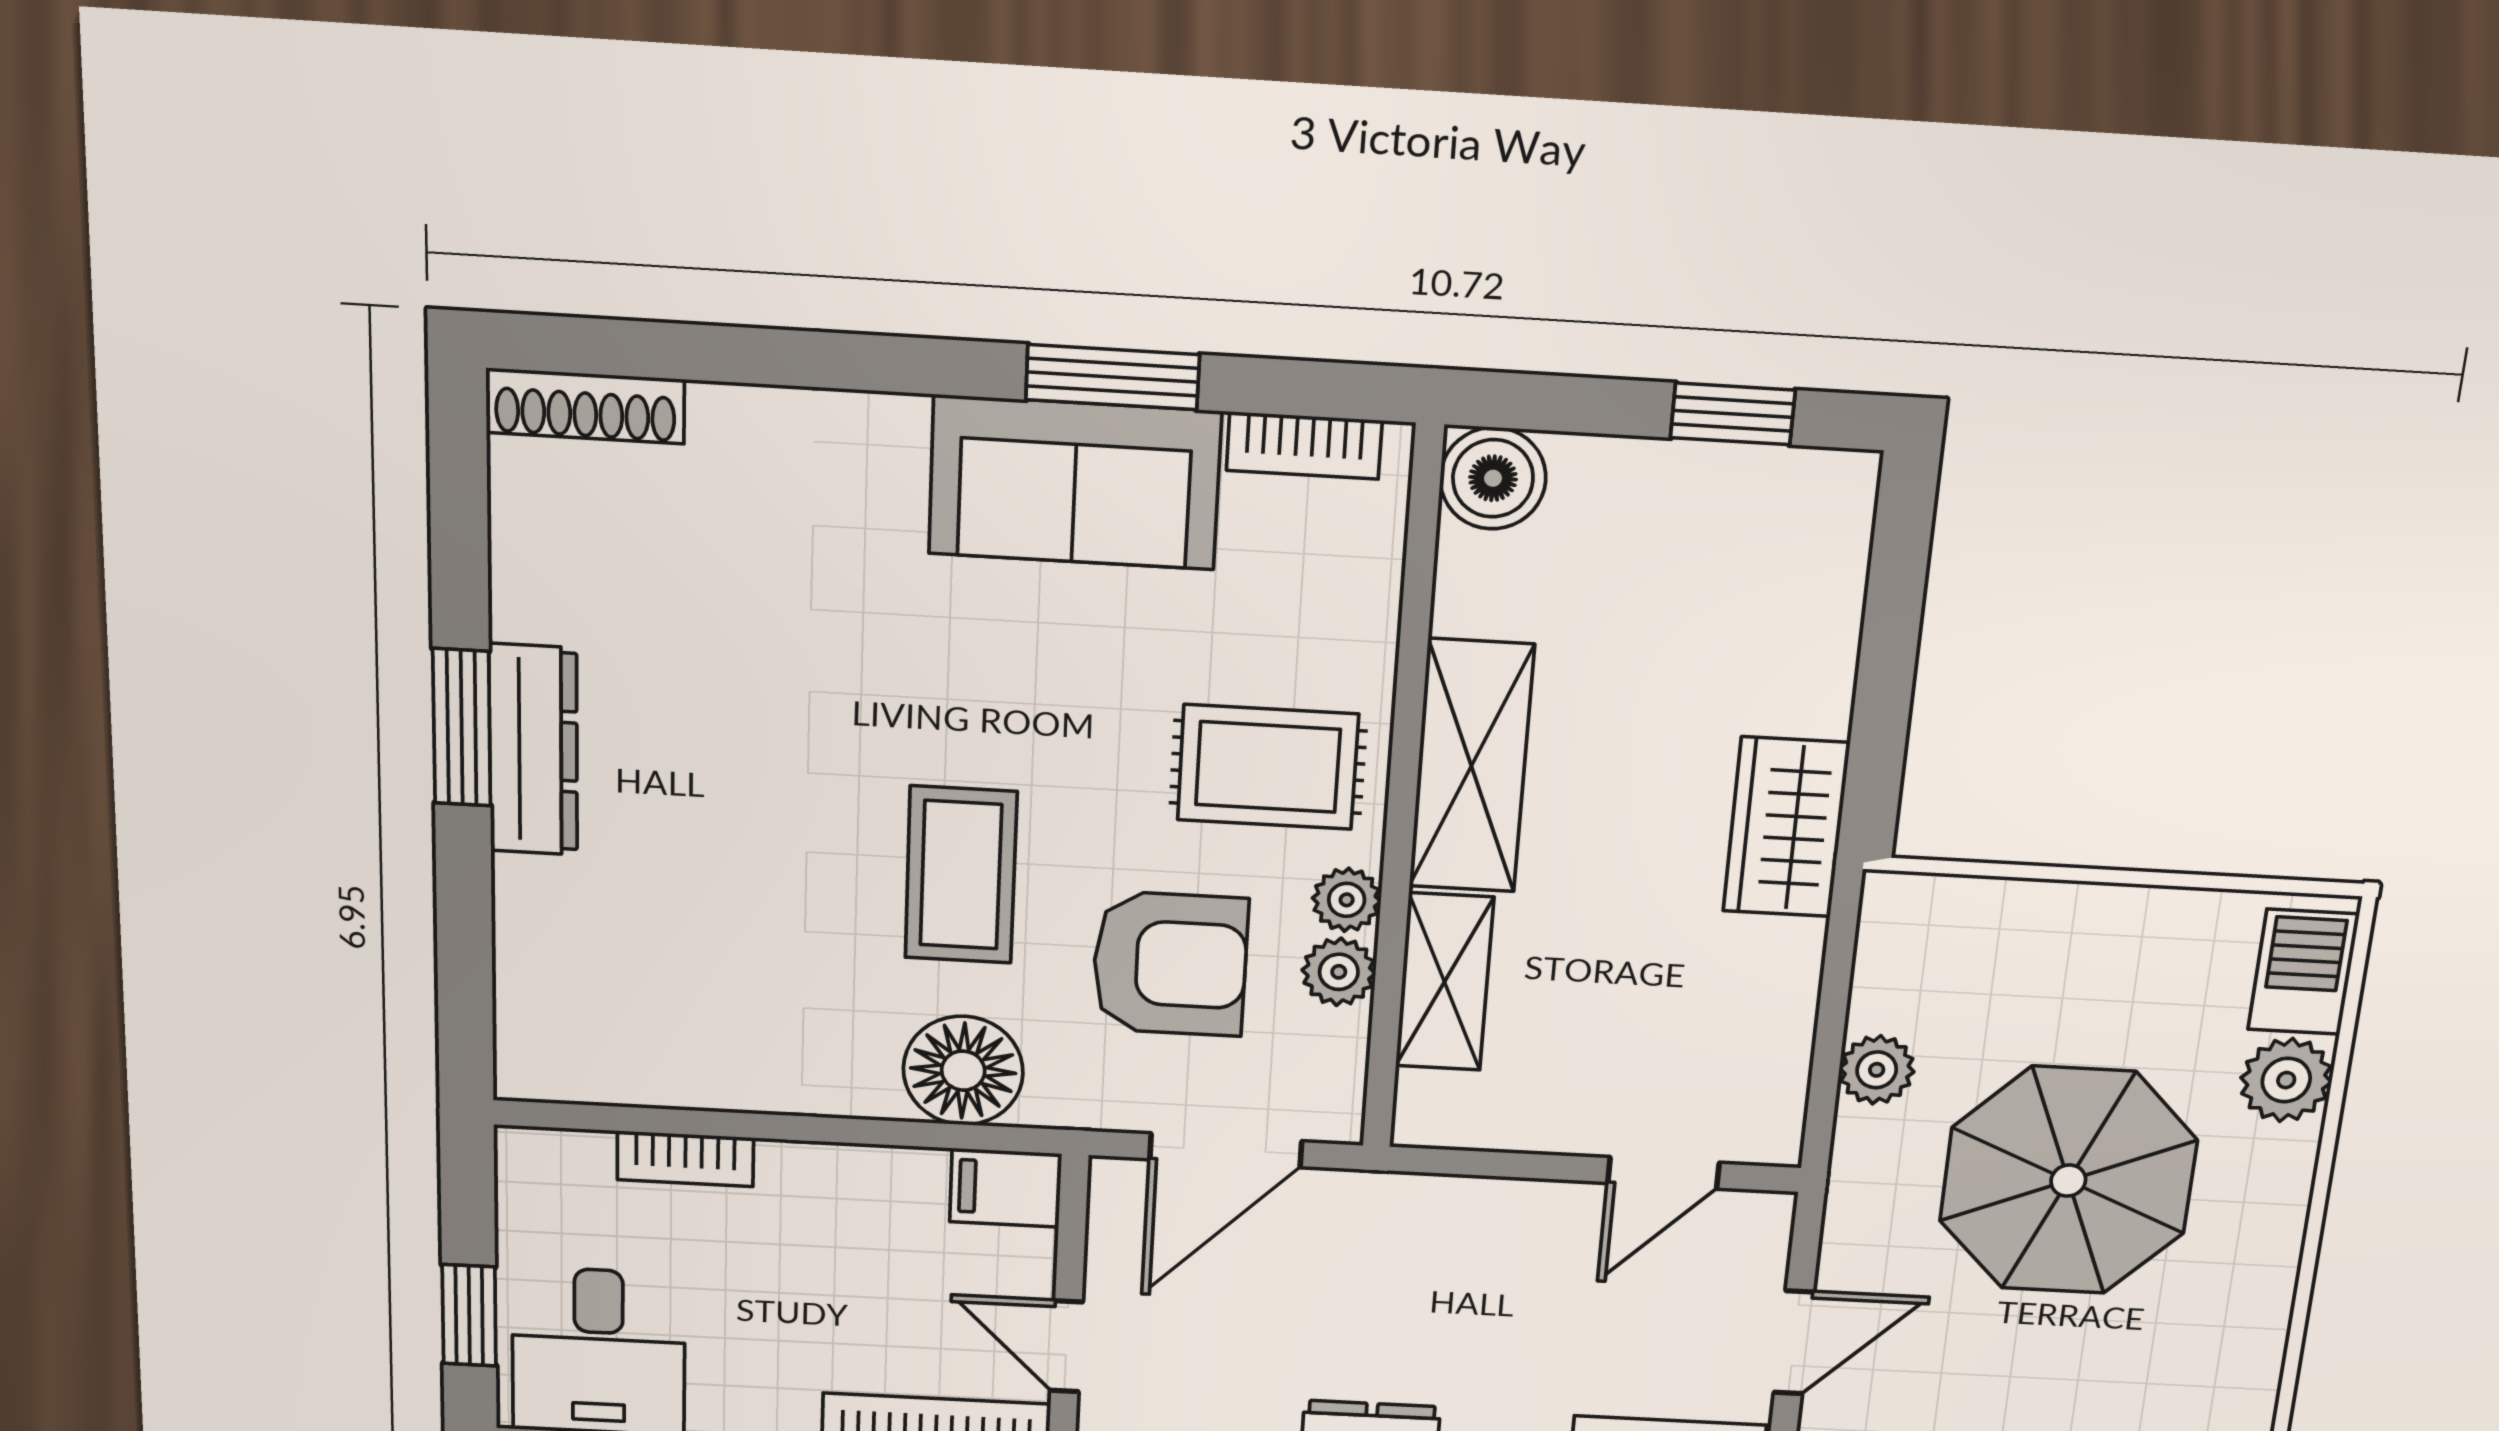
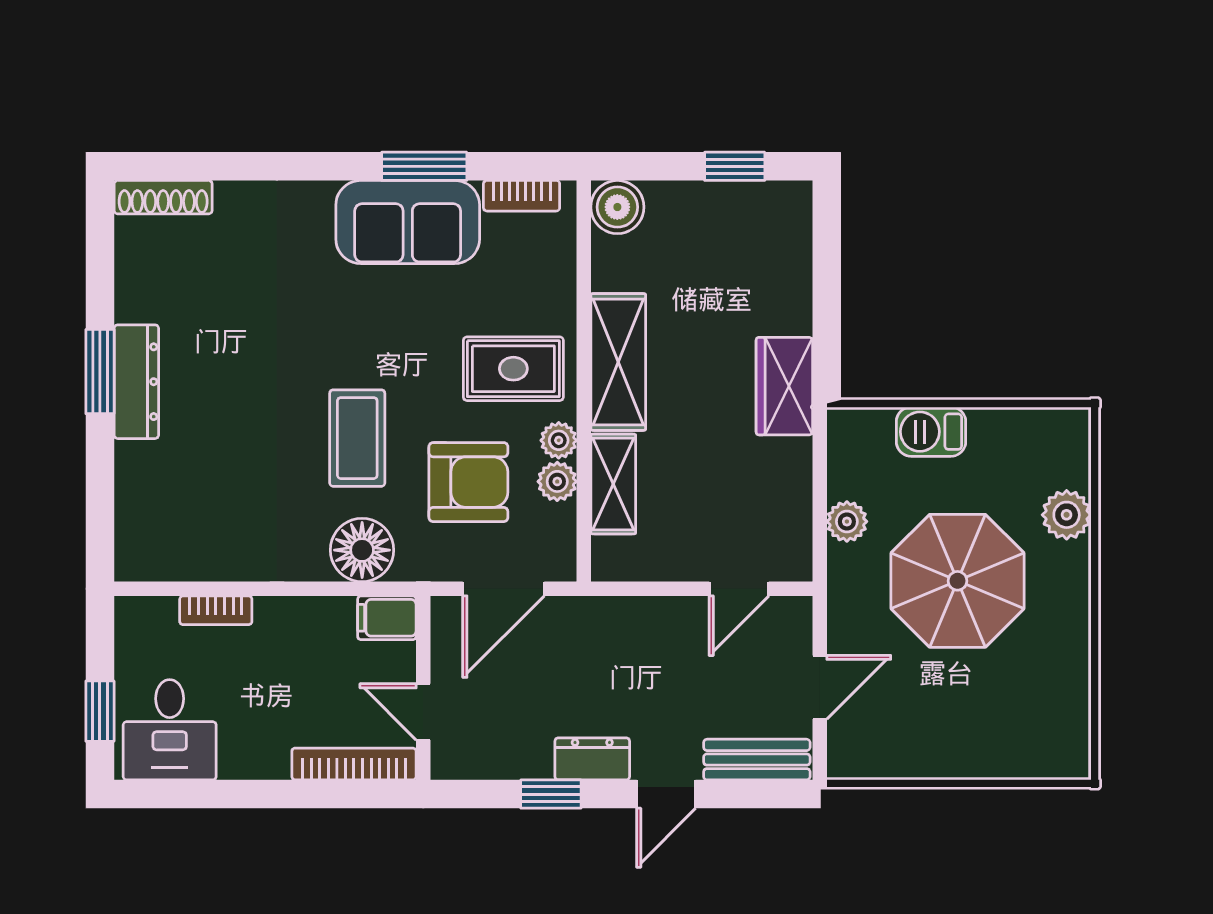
barbecue: (2303, 972) -> (931, 432), moved, turned -90

